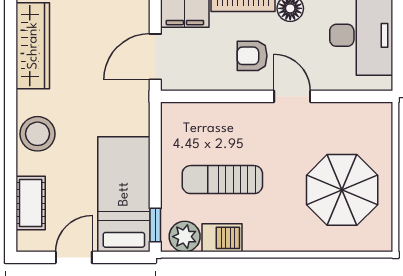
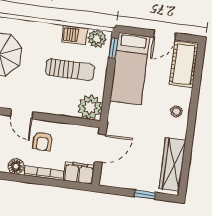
armchair: (252, 56) -> (42, 141), turned 90
plant: (181, 122) -> (90, 107), added
stool: (37, 134) -> (176, 112), width x0.53, depth x0.53
cot: (31, 203) -> (184, 64), width x1.37, depth x1.34

